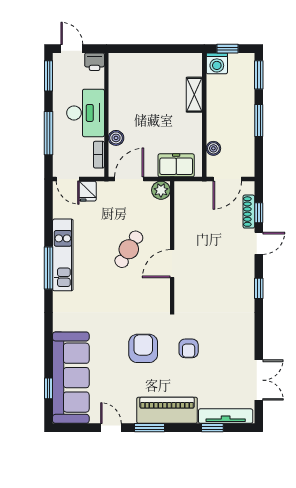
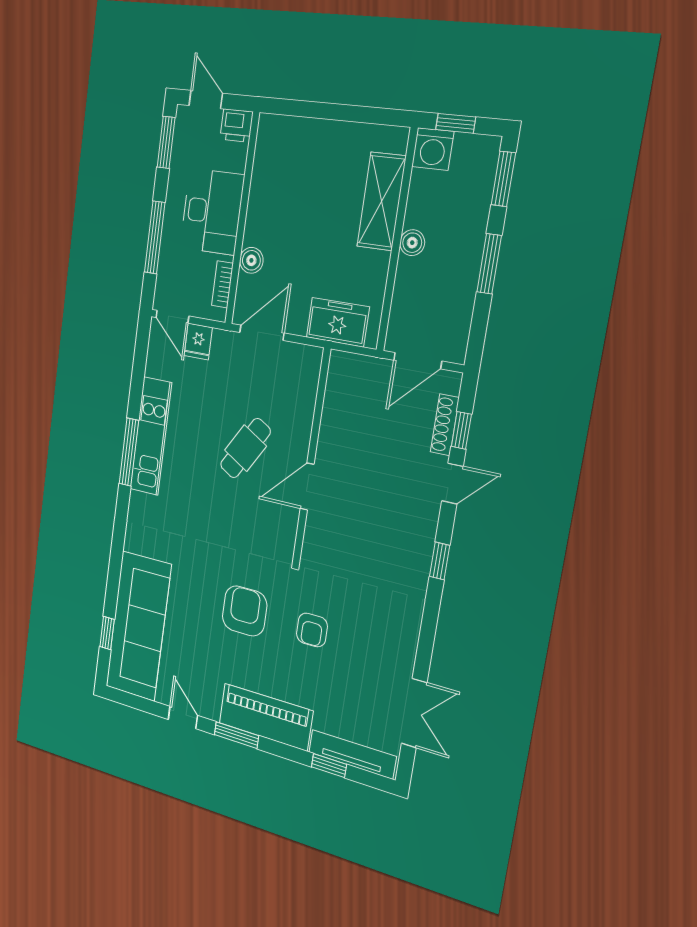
shelving: (194, 95) -> (381, 201), width x1.50, depth x1.33
boiler: (213, 148) -> (412, 243), moved
plant: (161, 190) -> (308, 360), removed

